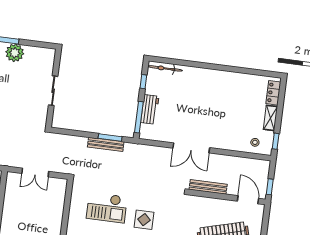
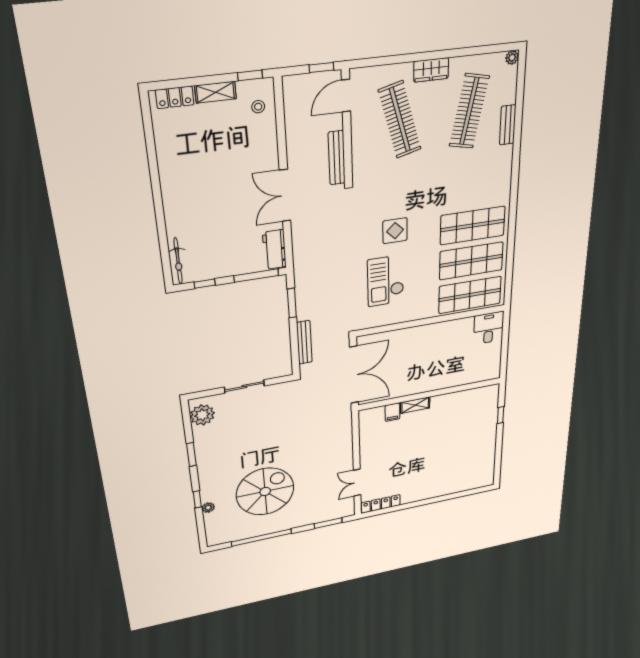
plant: (15, 53) -> (202, 415), moved
workbench: (150, 109) -> (274, 250), moved, turned -90
bench: (106, 144) -> (304, 342), moved
double door: (191, 148) -> (285, 196), swing flipped
double door: (35, 172) -> (354, 375), width x1.87
checkout: (107, 208) -> (386, 281), turned 180

